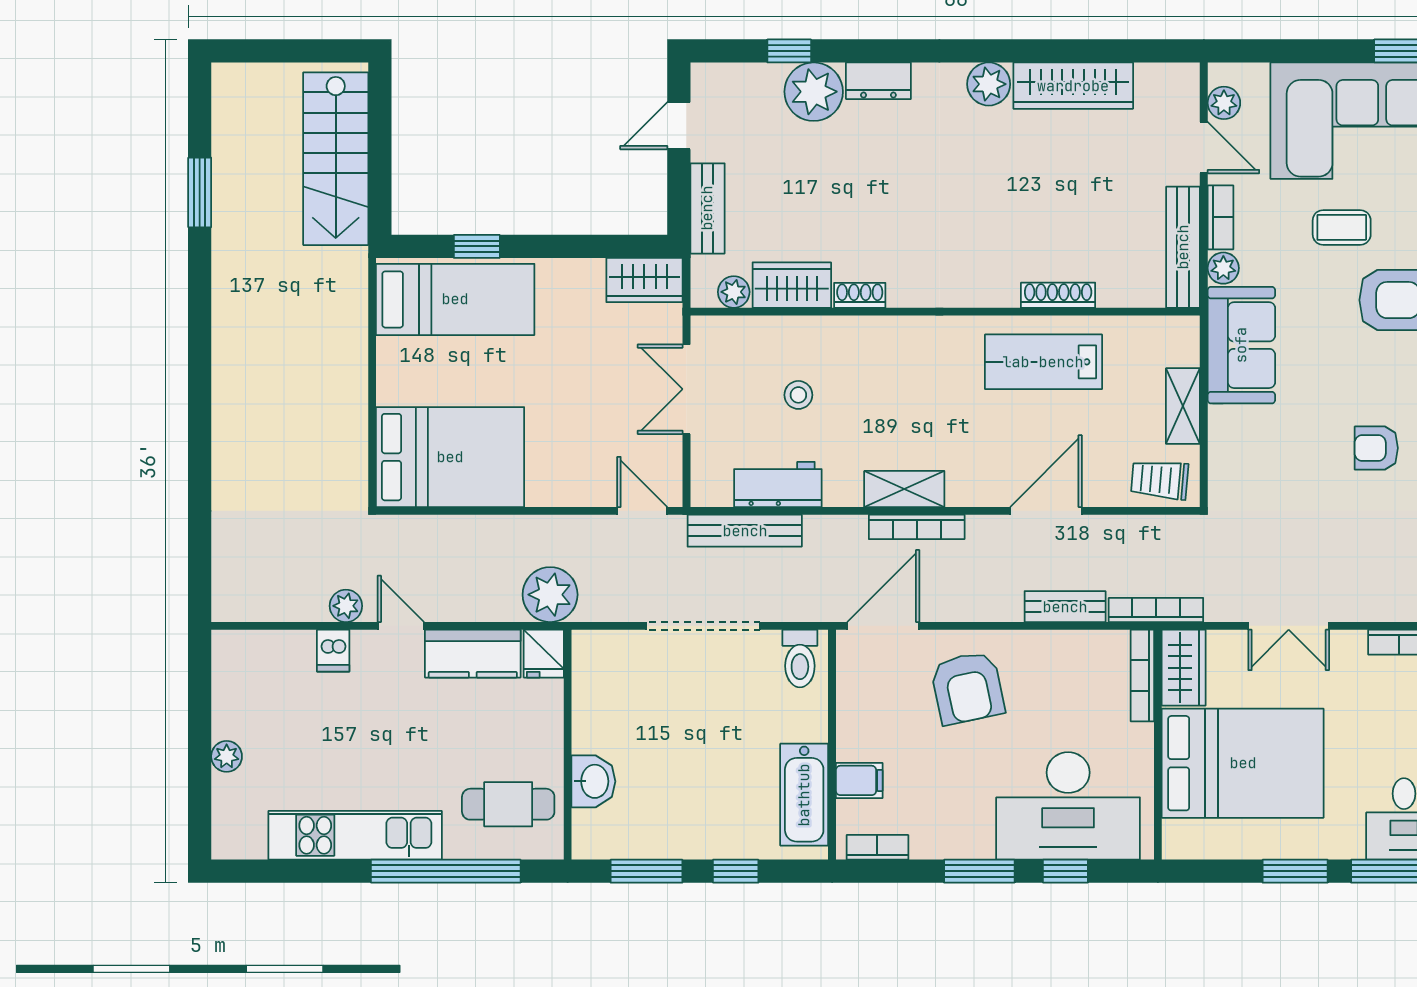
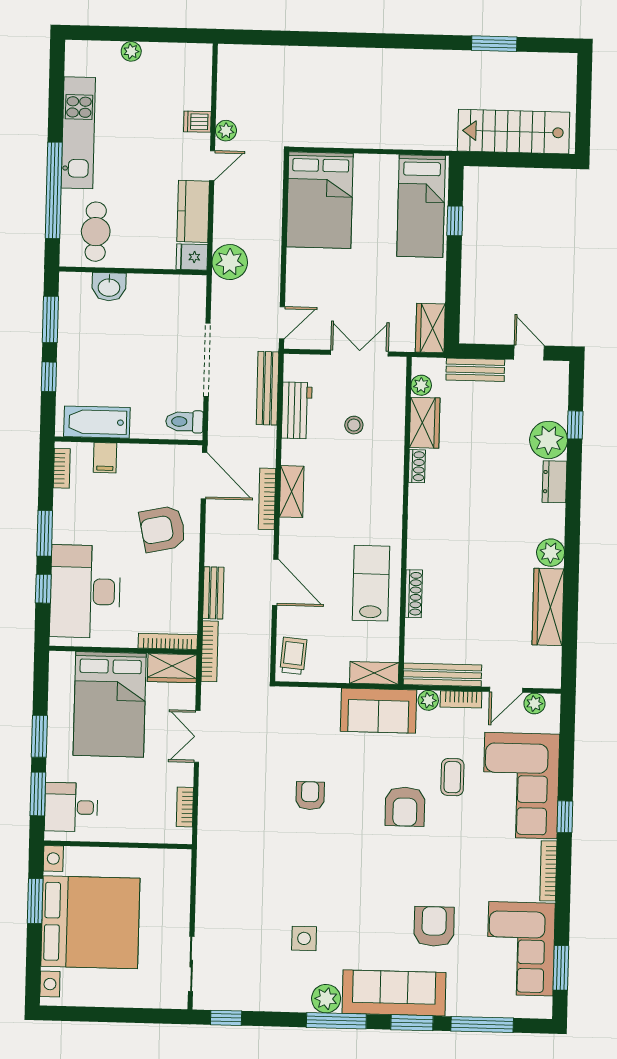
shelving: (1183, 406) -> (374, 673), moved

